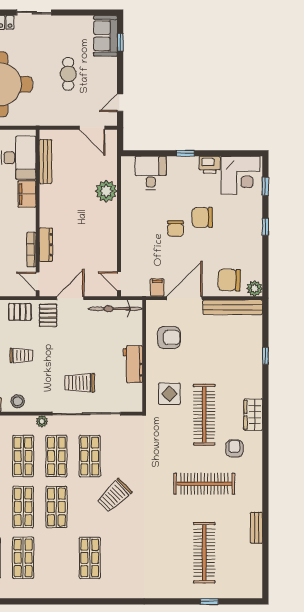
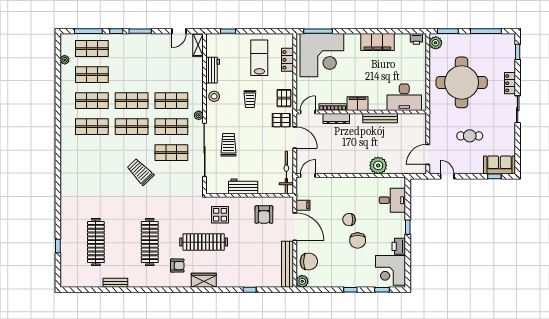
bench: (45, 161) -> (380, 118), moved
filing cabinet: (27, 194) -> (357, 104), moved
chair: (202, 217) -> (358, 240), turned 180
chair: (229, 280) -> (309, 262), turned 88
clothes rail: (204, 553) -> (96, 242), turned 90
shop shelf: (90, 558) -> (92, 127), moved

